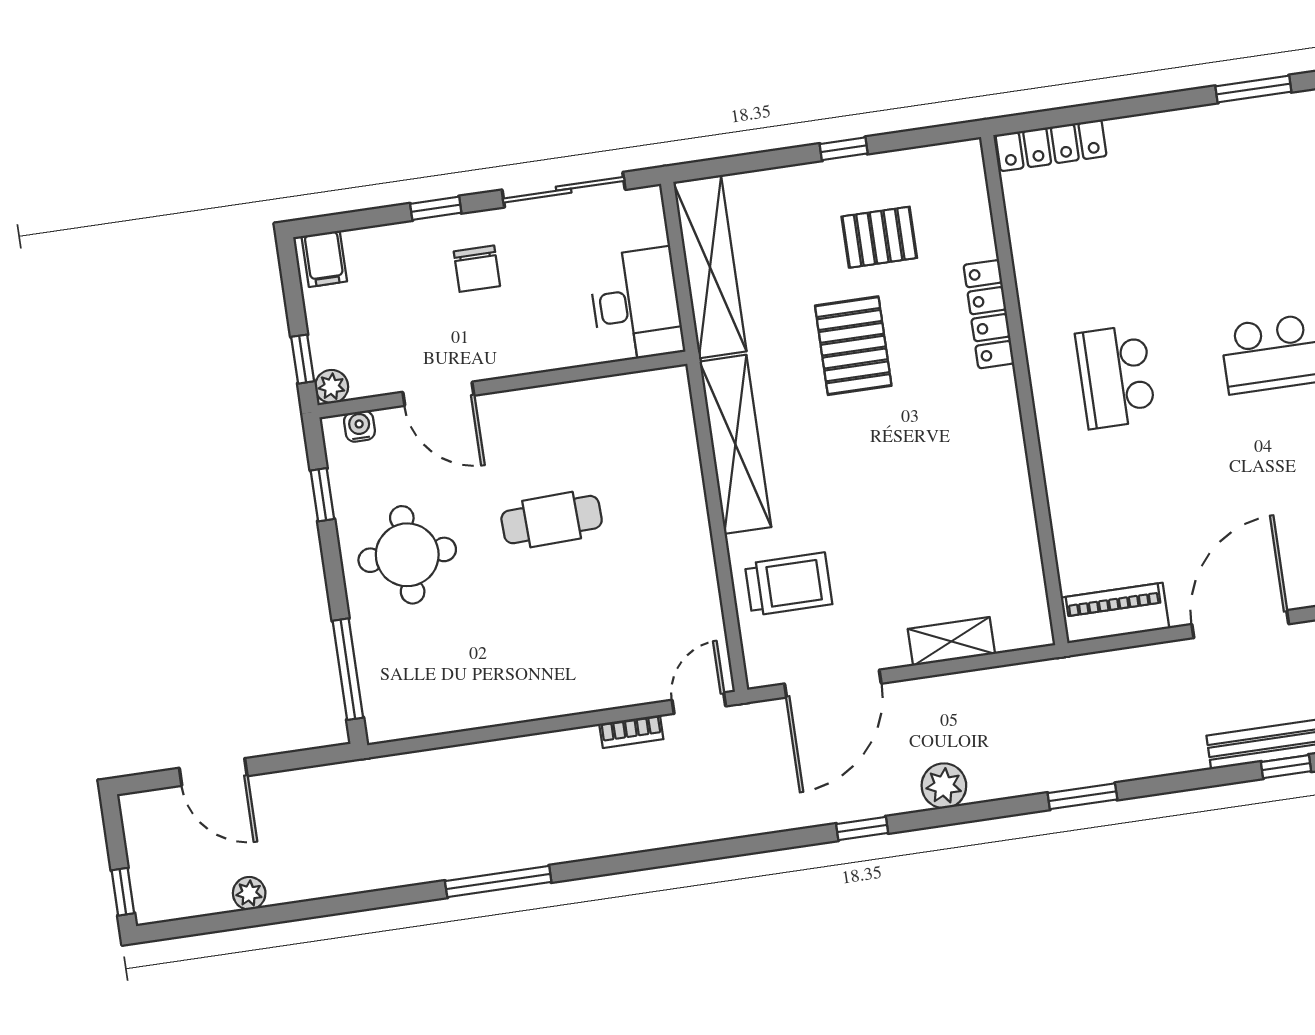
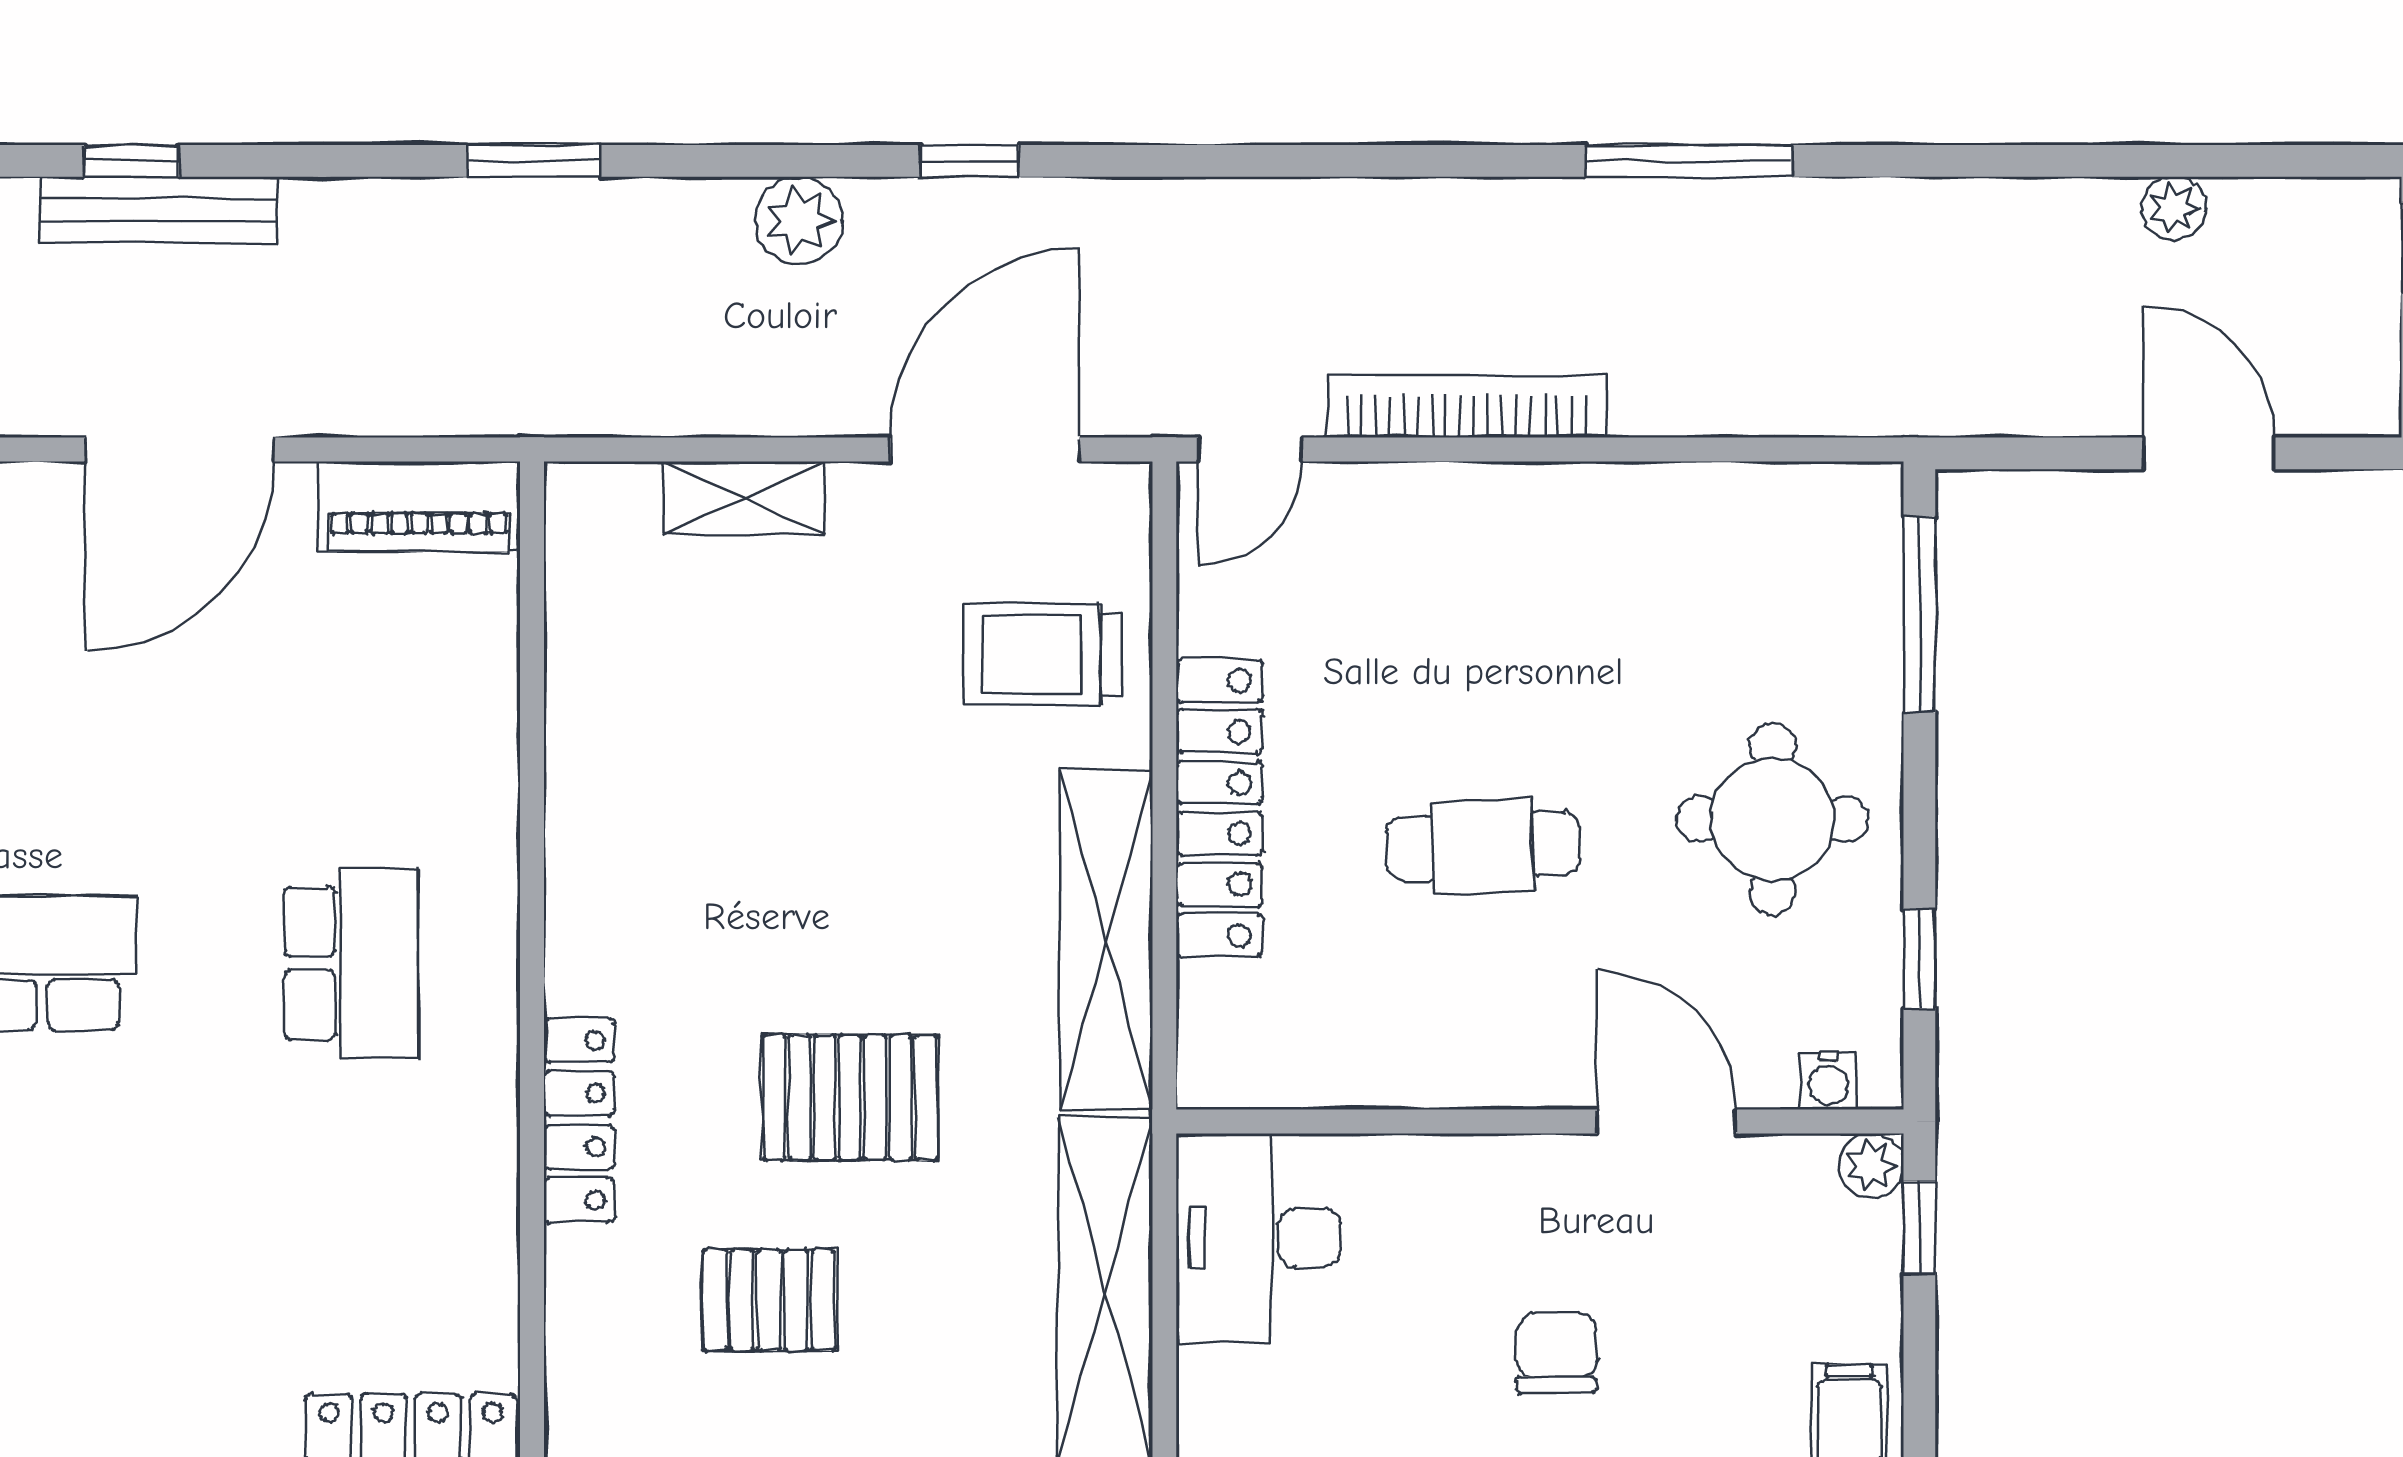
pallet: (853, 346) -> (850, 1098), turned 90
locker: (688, 519) -> (1220, 808), added
bookcase: (631, 732) -> (1467, 406), width x2.31, depth x1.31

